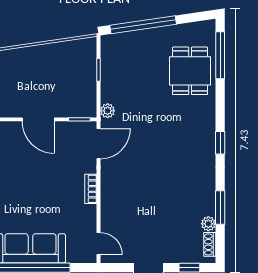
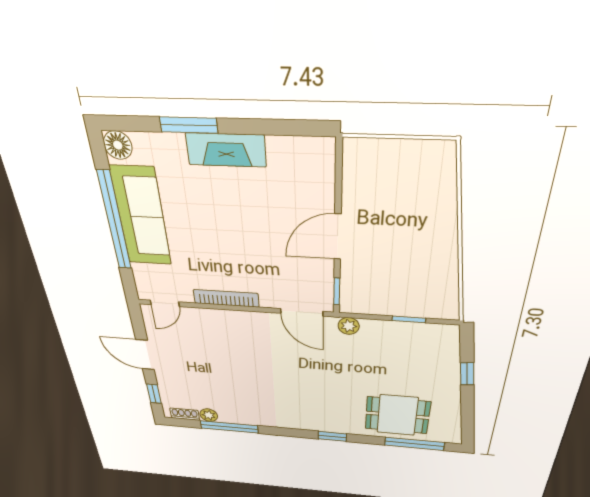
window: (143, 25) -> (467, 374), width x0.32
window: (220, 143) -> (332, 436), moved
bookcase: (91, 189) -> (226, 298), width x1.56
window: (220, 207) -> (229, 427), width x1.44

